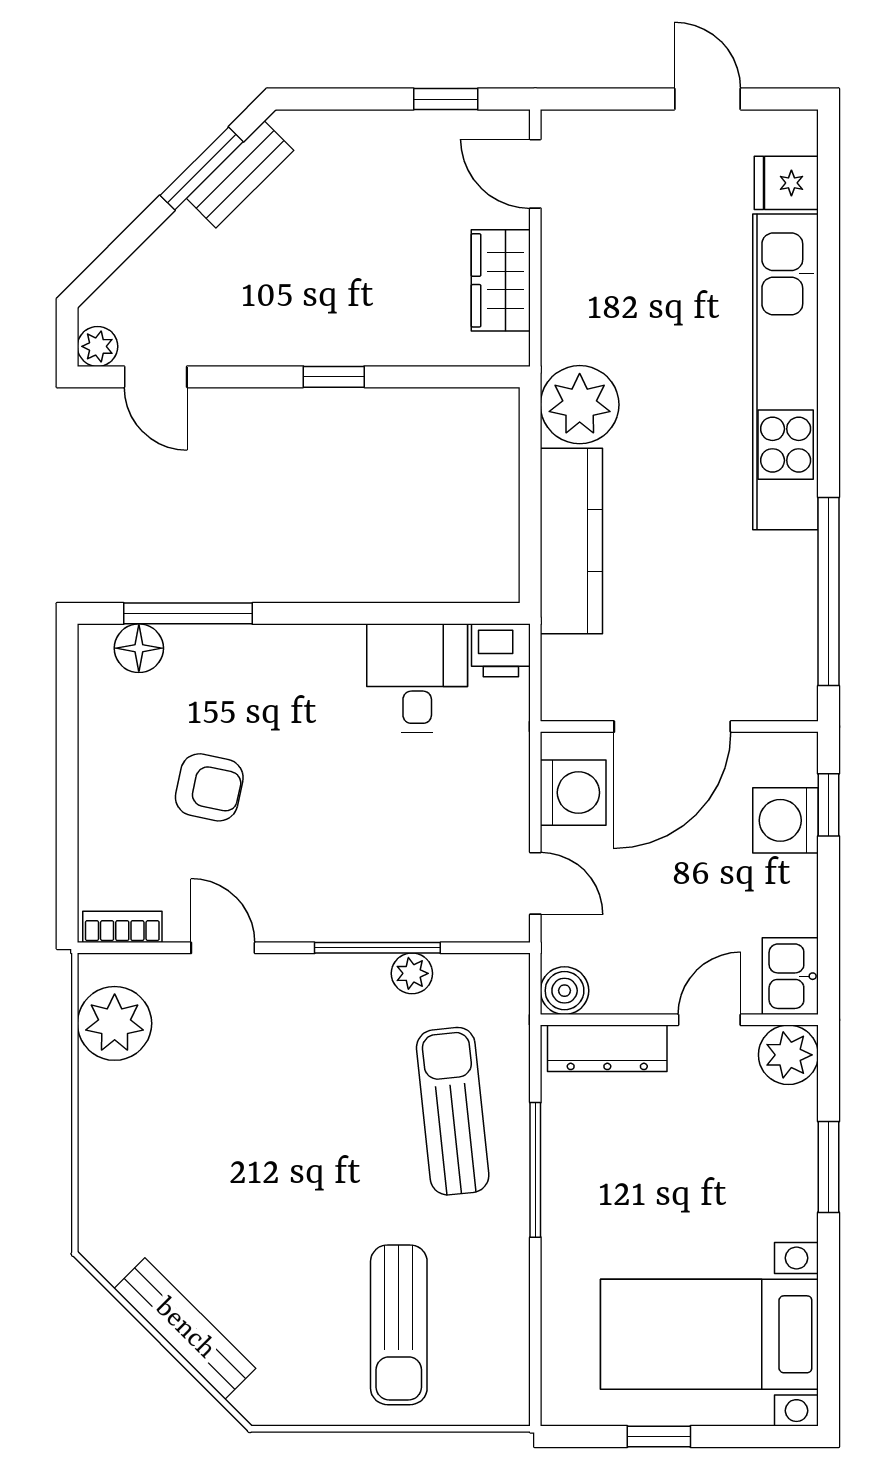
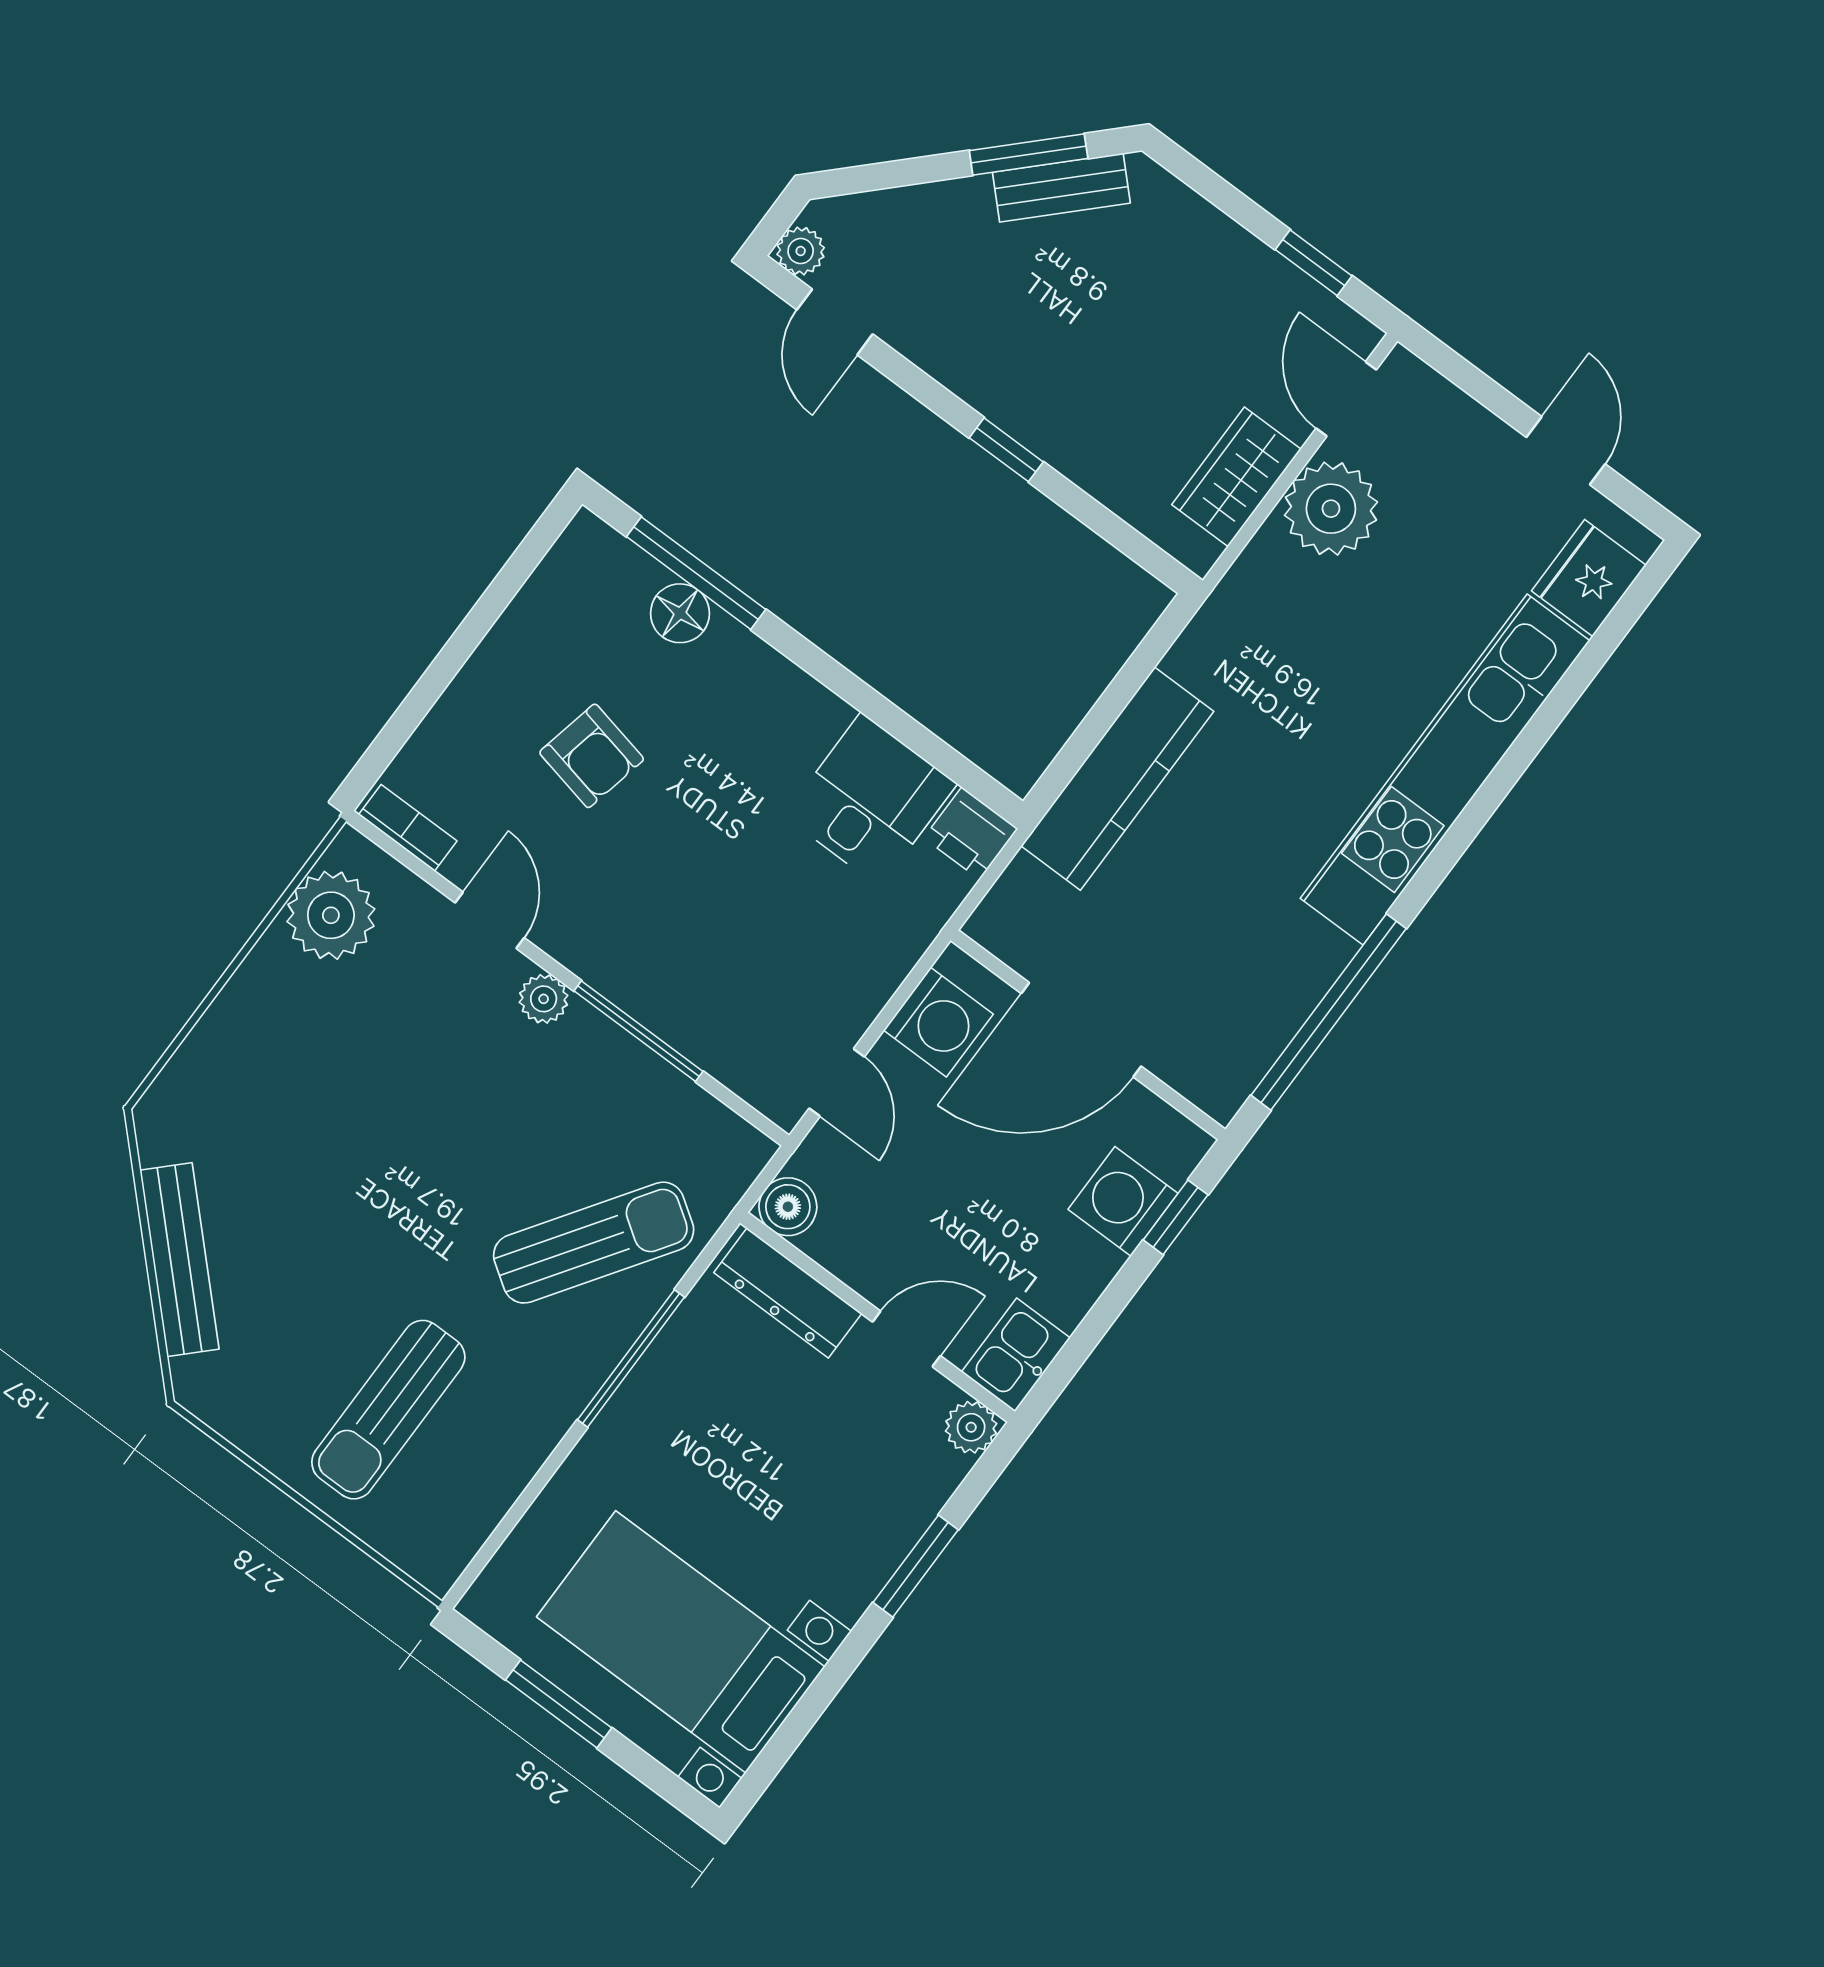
fridge: (786, 183) -> (1589, 578), width x1.38
plant: (580, 405) -> (1331, 509), moved
floor lamp: (139, 648) -> (680, 613), moved
plant: (412, 973) -> (544, 999), moved
plant: (788, 1055) -> (971, 1427), width x0.73, depth x0.73
sun lounger: (453, 1111) -> (594, 1243), turned 40
window: (659, 1436) -> (559, 1704), width x1.50

